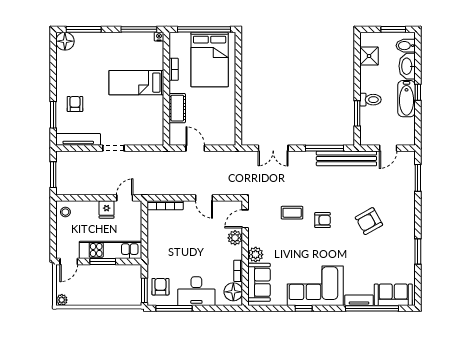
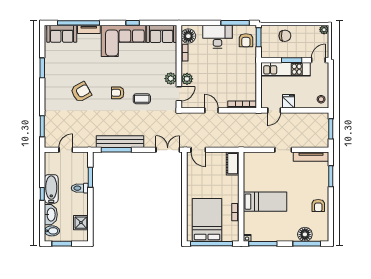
floor lamp: (65, 41) -> (305, 234), moved
armchair: (75, 104) -> (318, 206), moved
cot: (177, 108) -> (233, 164), moved
door: (195, 148) -> (198, 150), moved
double door: (273, 148) -> (168, 150), moved
bench: (346, 158) -> (120, 142), moved
plant: (256, 255) -> (171, 79), moved
sofa: (259, 282) -> (162, 34), moved, turned -90
chair: (111, 292) -> (285, 36), added

